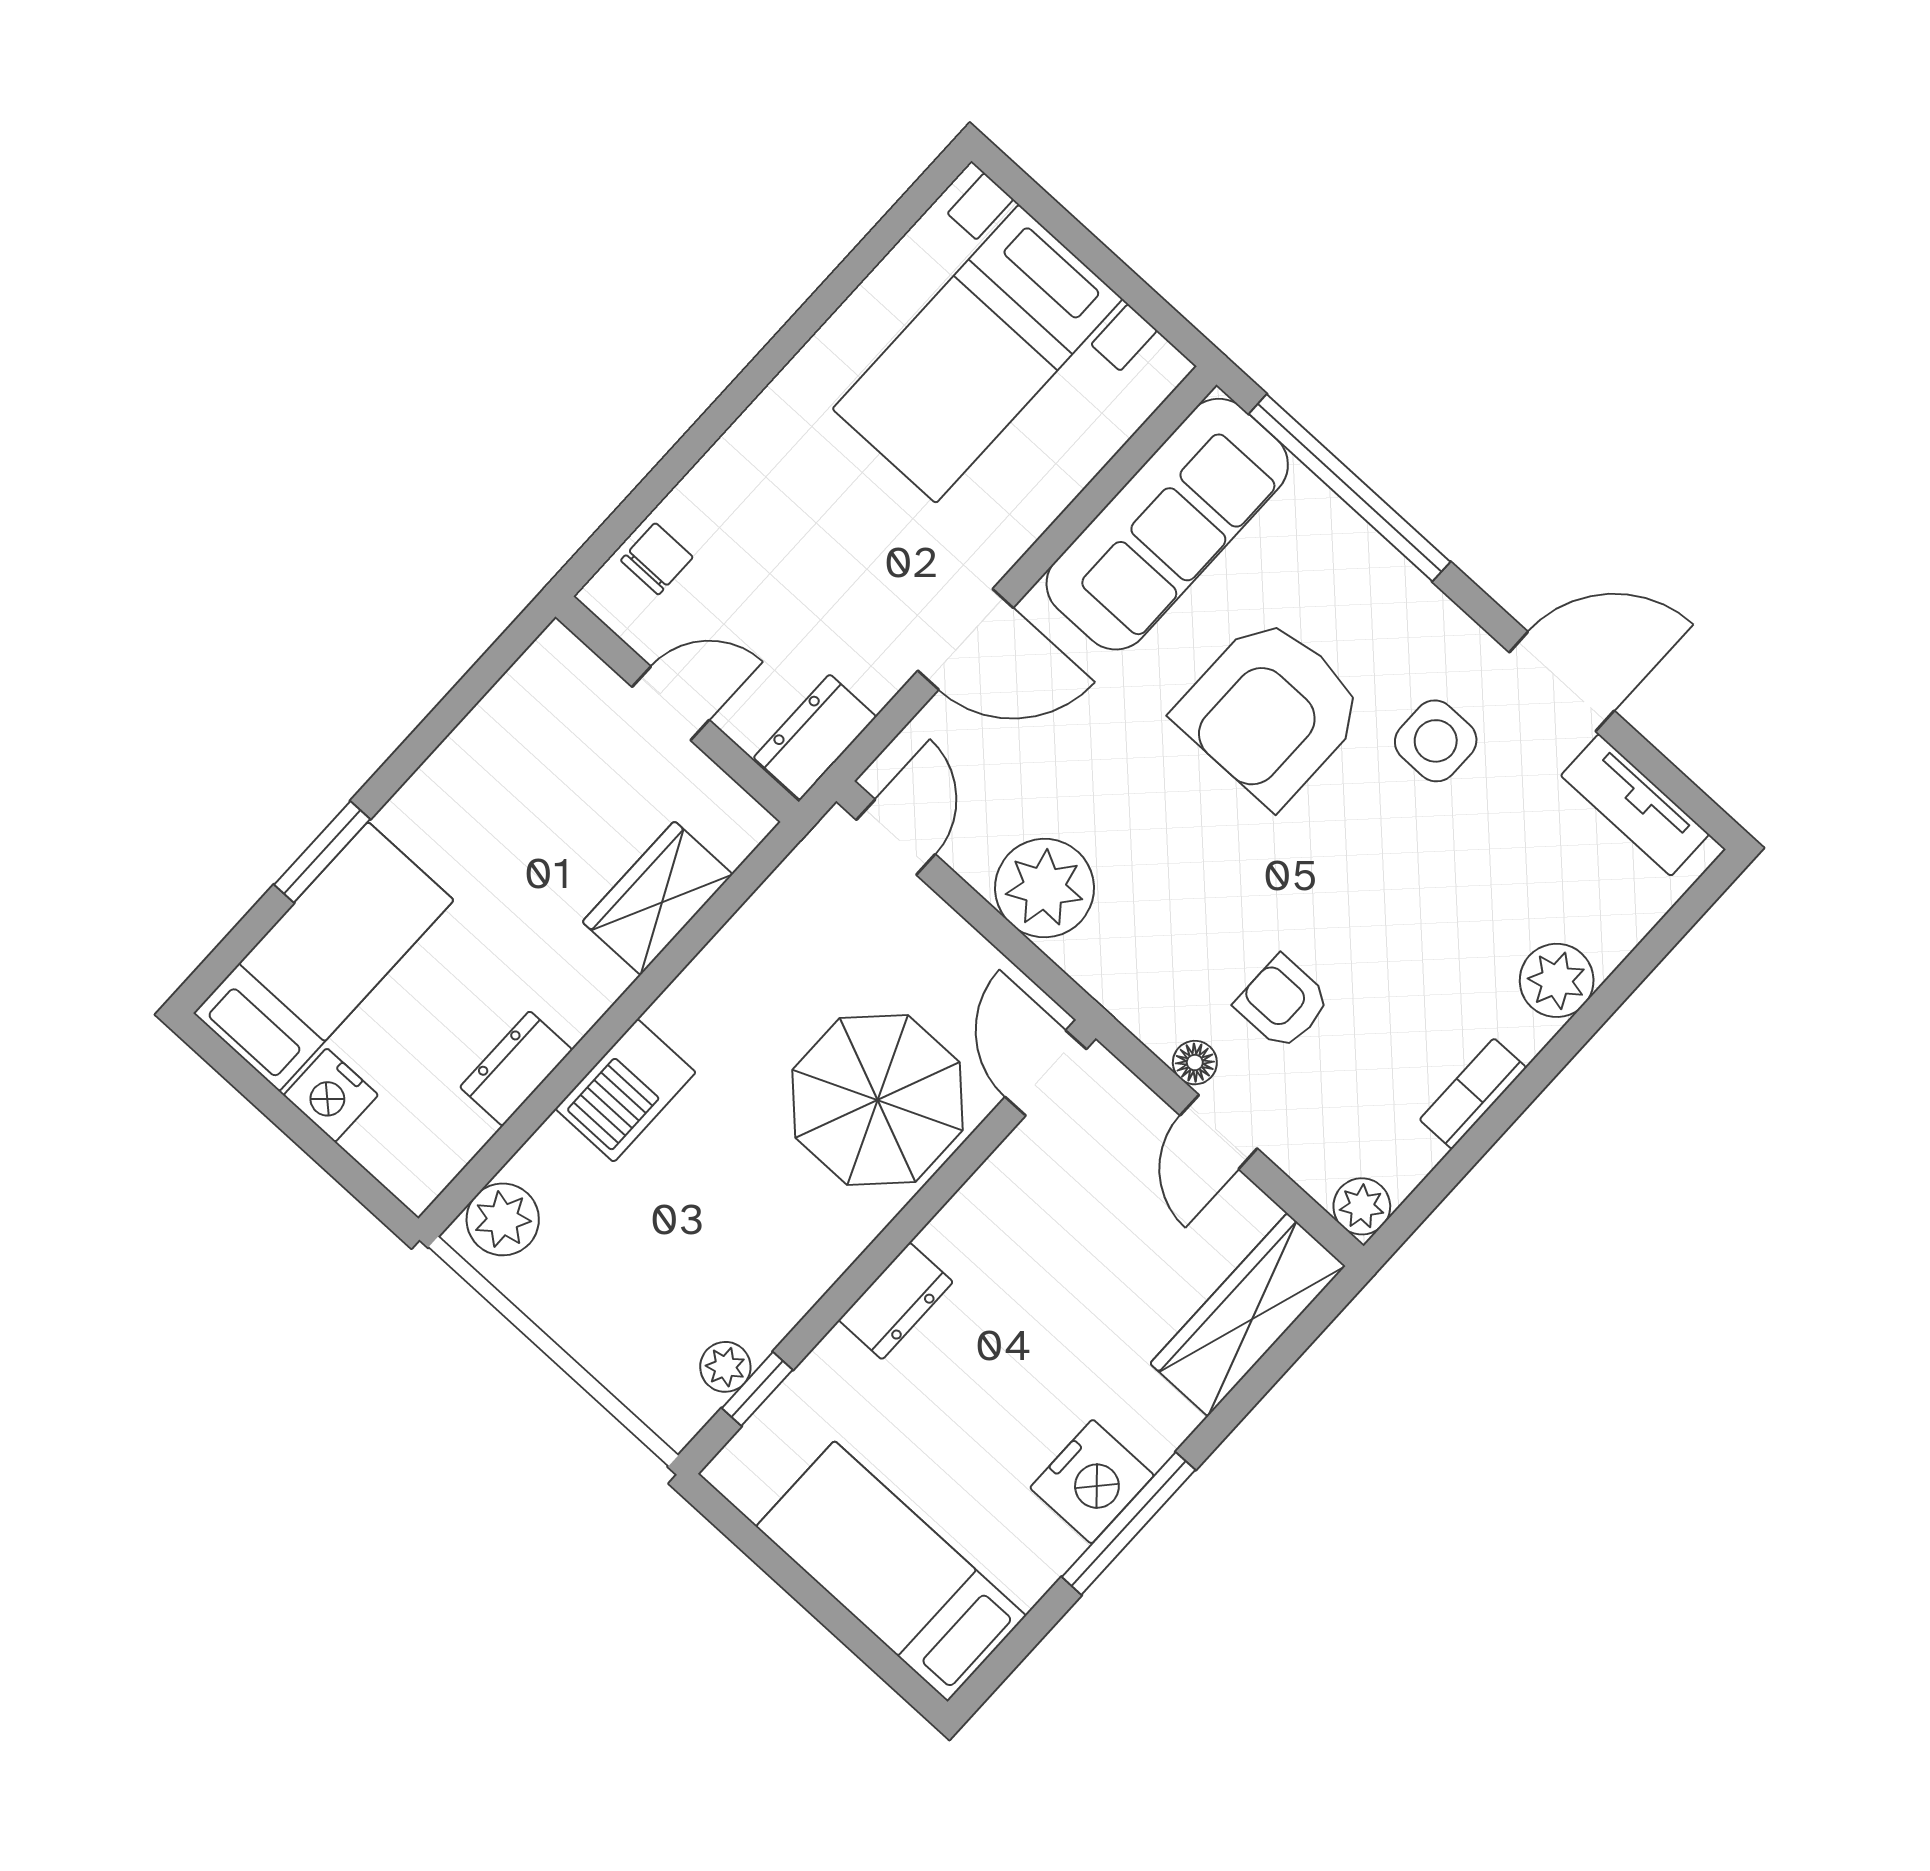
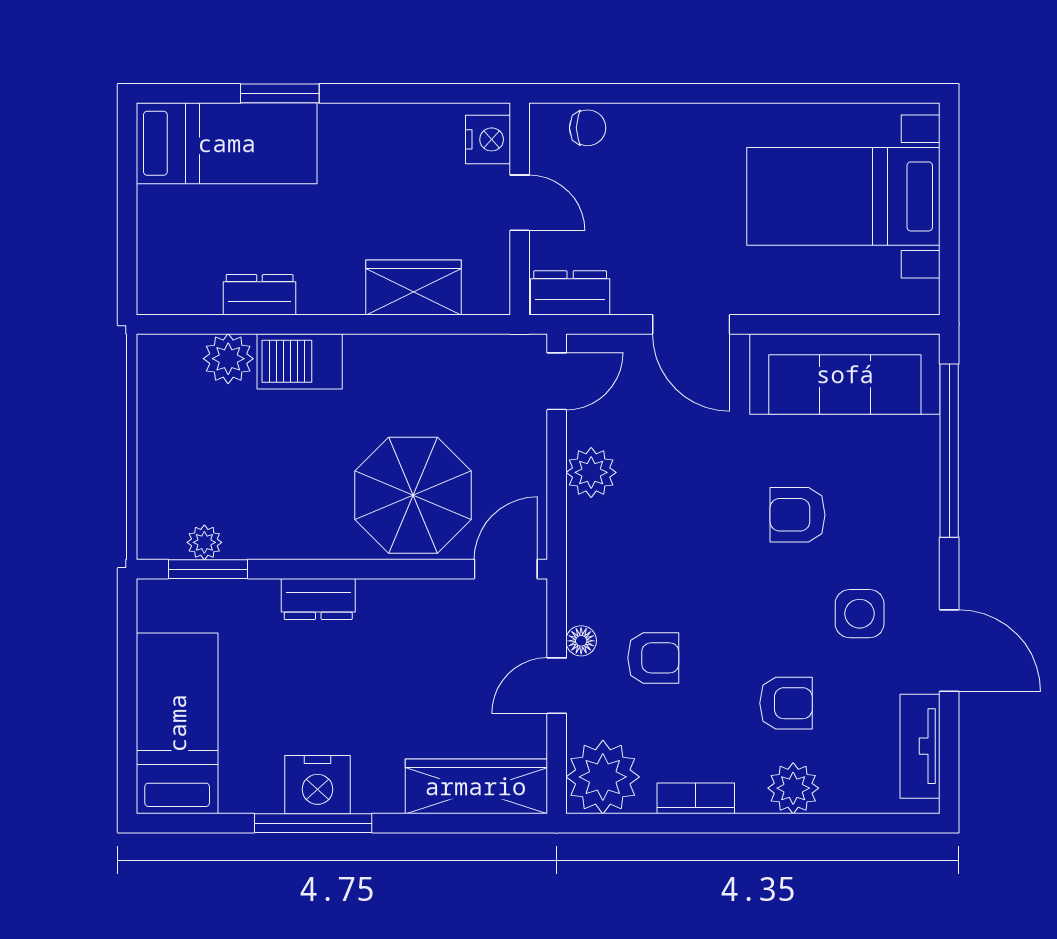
armchair: (1271, 711) -> (798, 515), width x0.53, depth x0.53
plant: (1044, 888) -> (591, 472), width x0.73, depth x0.73
armchair: (1459, 906) -> (786, 703), added
armchair: (1283, 1003) -> (653, 658), turned 90
nightstand: (331, 1095) -> (488, 139), moved, turned 180
plant: (1362, 1206) -> (603, 777), width x1.87, depth x1.87
plant: (503, 1219) -> (228, 359), moved
window: (757, 1389) -> (208, 569), width x1.50

